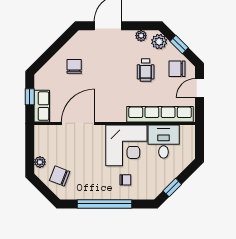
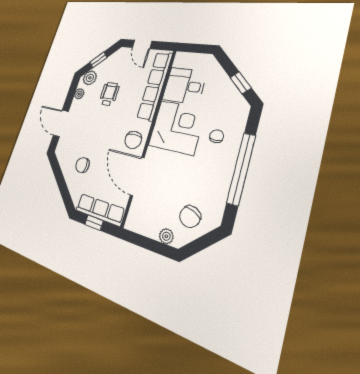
chair: (177, 69) -> (133, 140), moved
wheelchair: (146, 70) -> (109, 94), turned -90
row of seats: (42, 106) -> (100, 210), width x1.48

